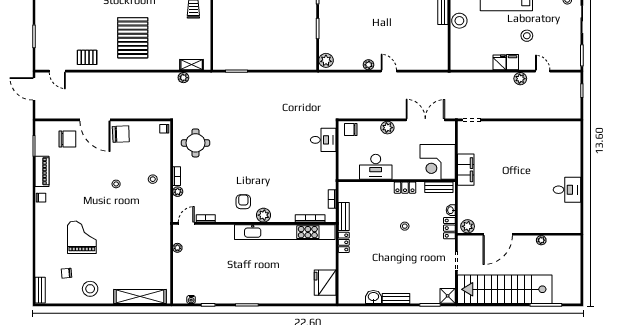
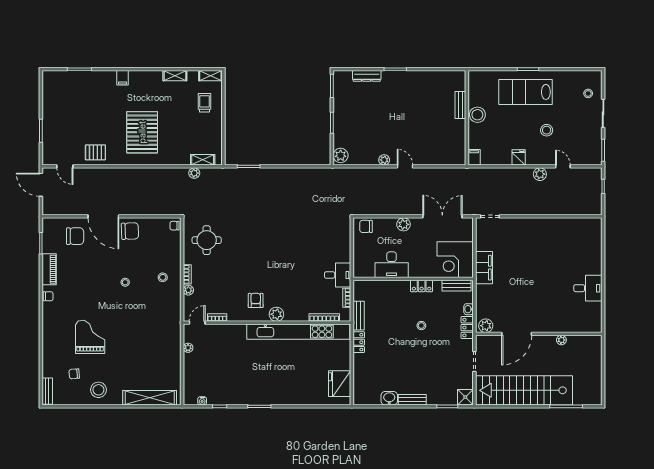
filing cabinet: (513, 62) -> (474, 157), moved
desk: (323, 140) -> (338, 275), moved

